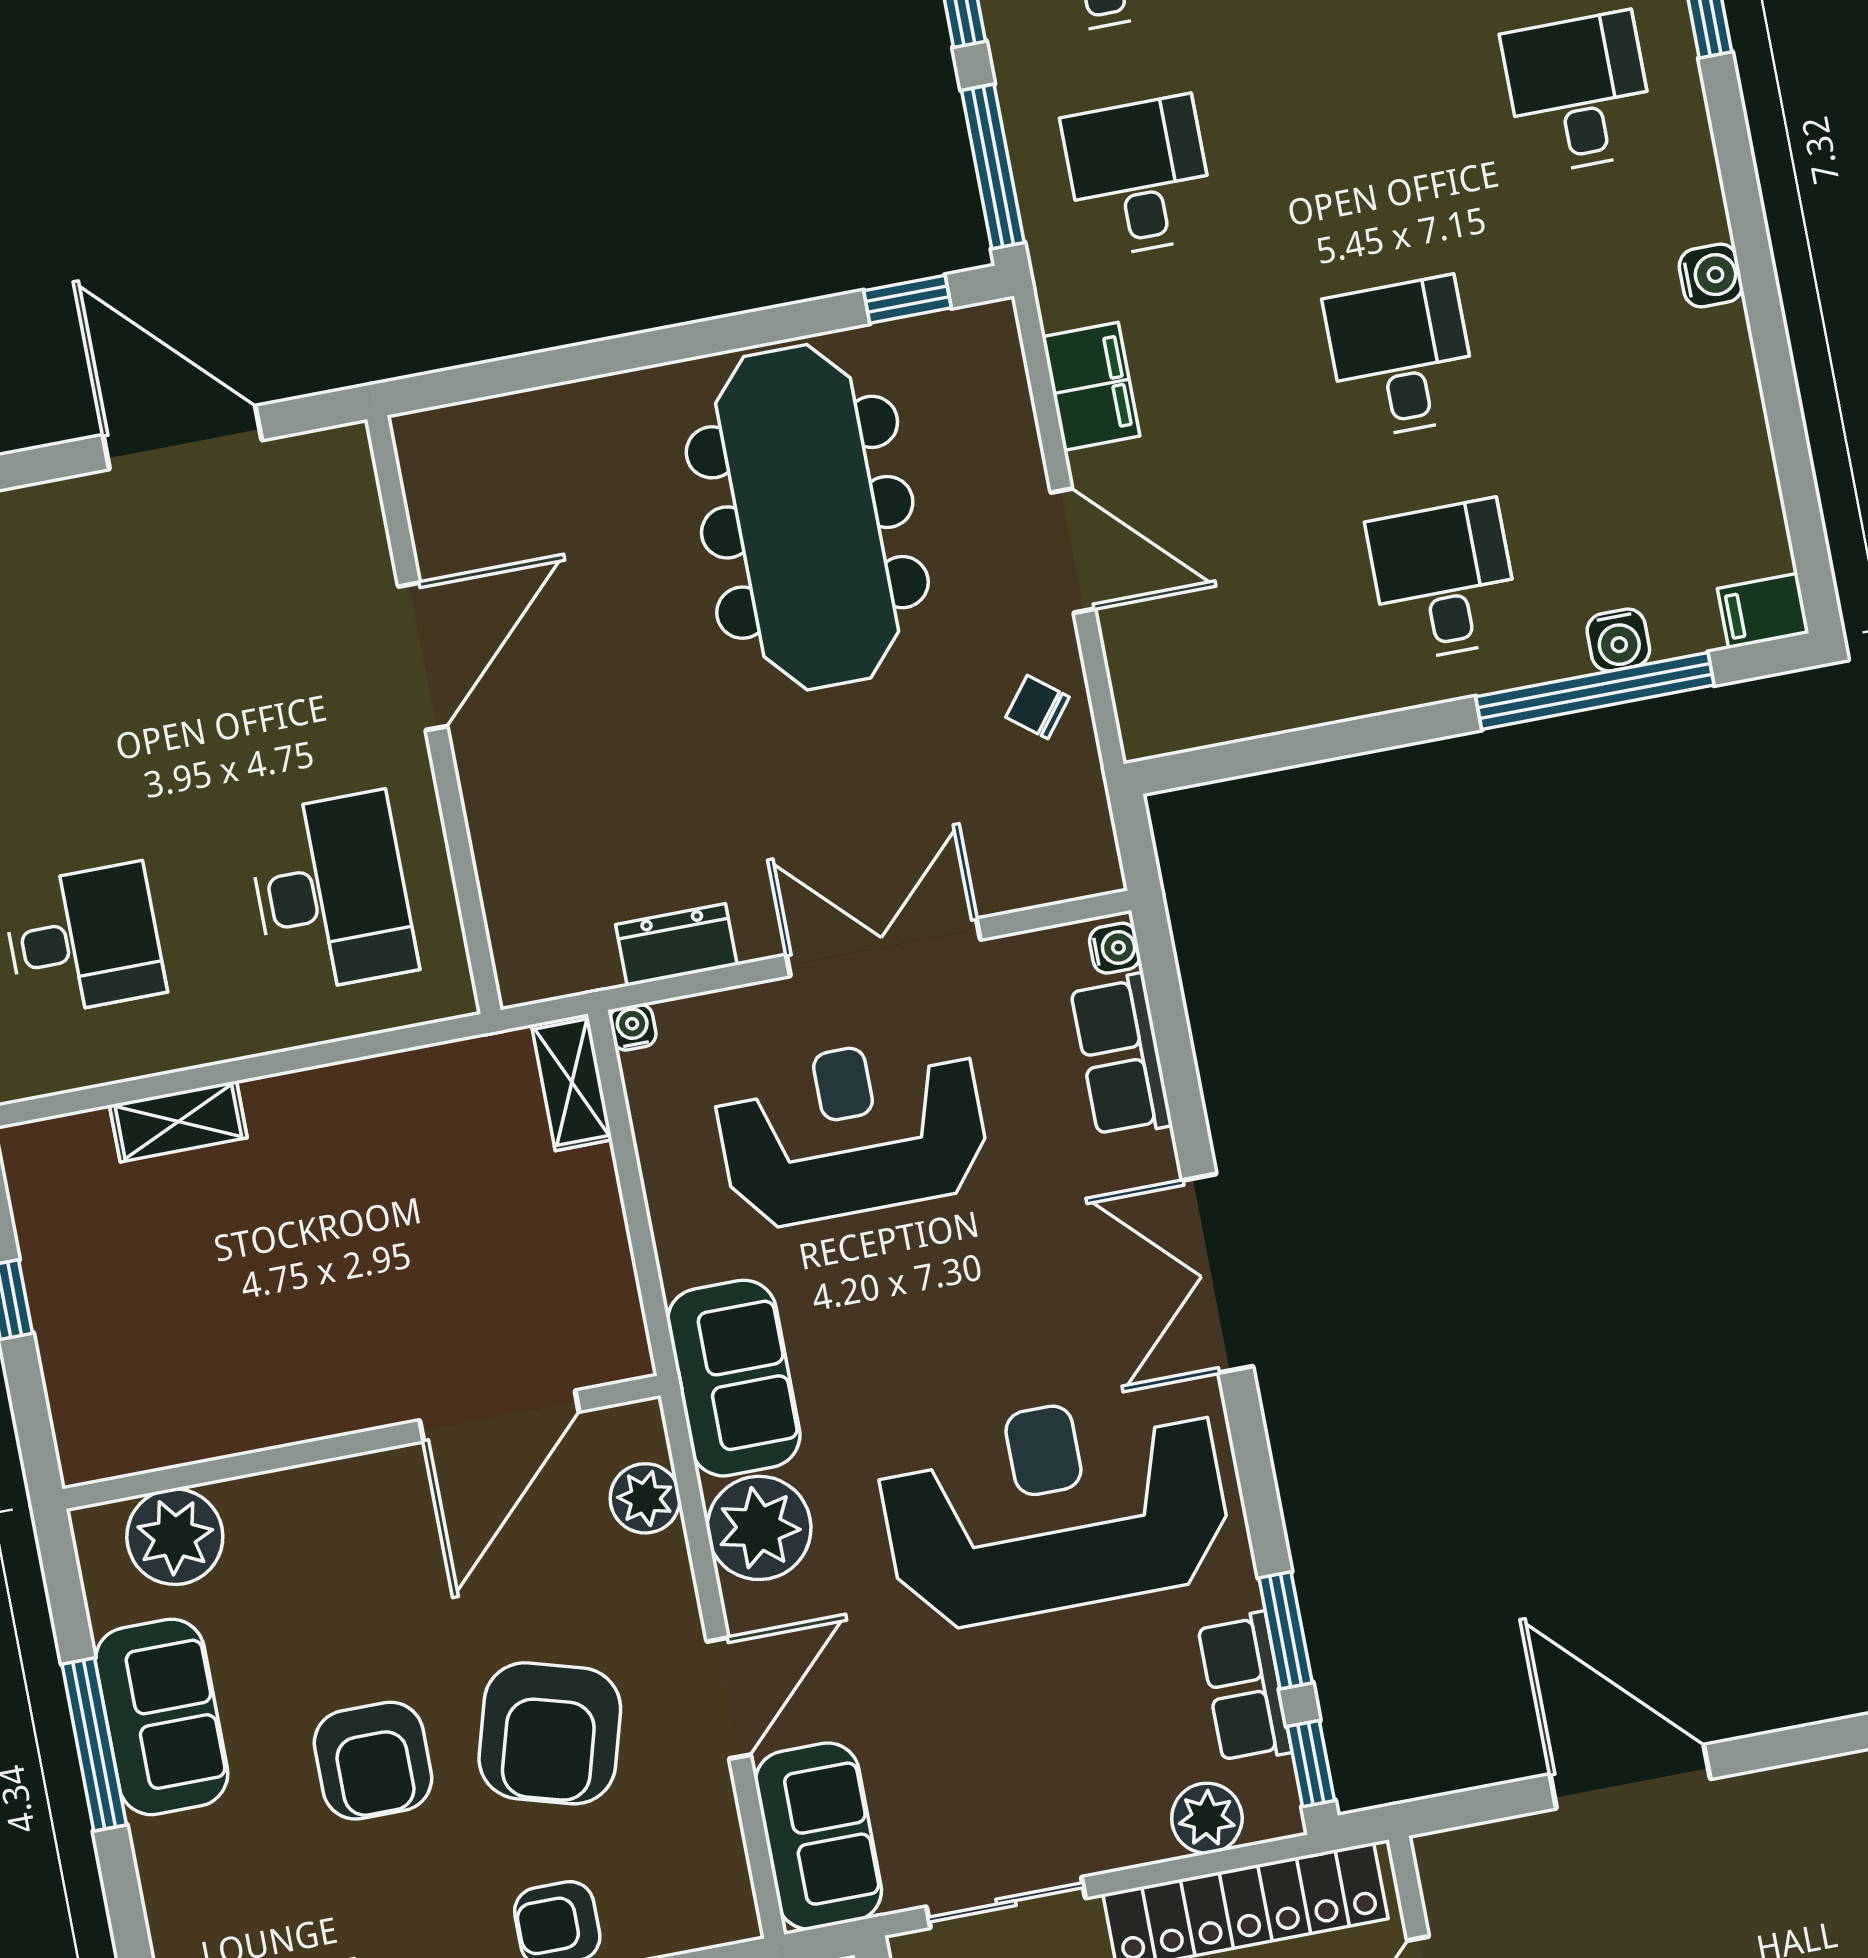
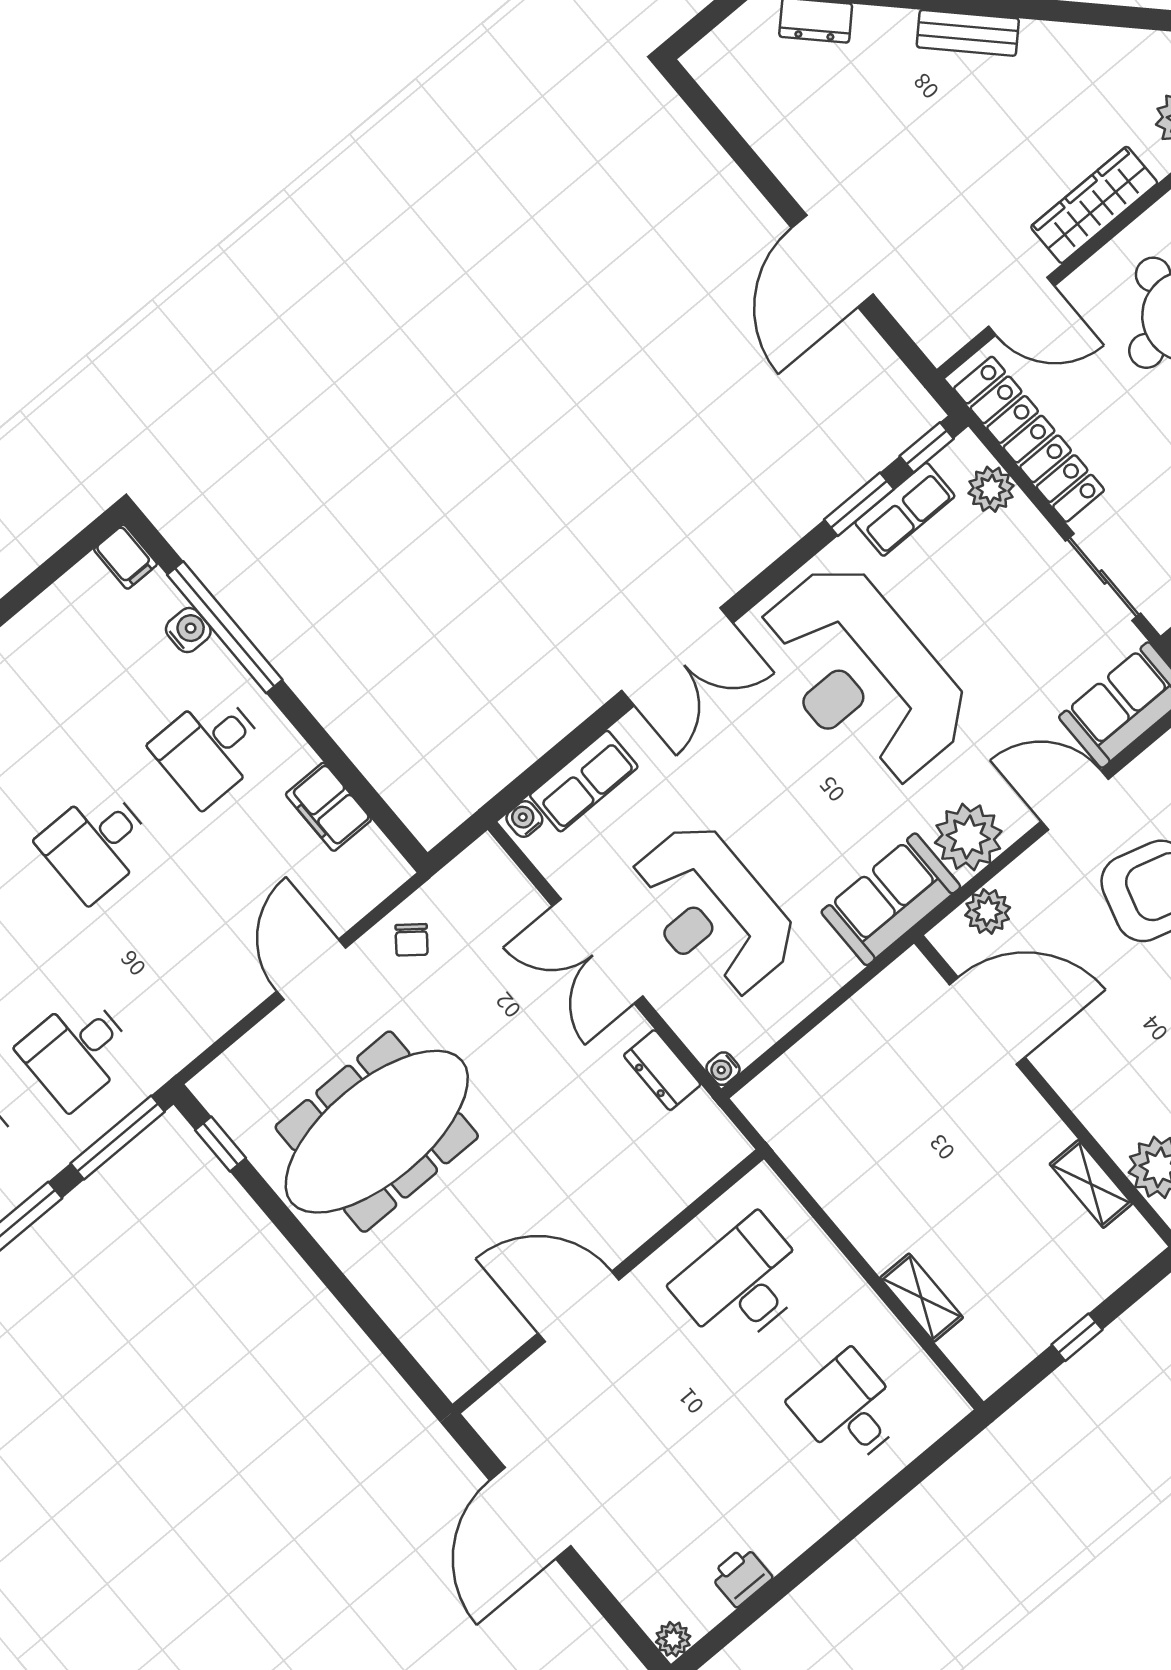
filing cabinet: (1091, 386) -> (329, 807), moved, turned -90
shelving: (572, 1082) -> (1091, 1184), moved, turned 90

